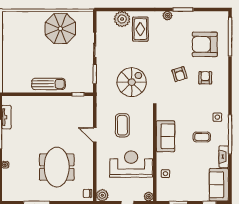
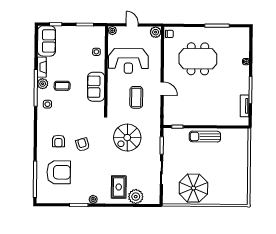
plant: (223, 139) -> (43, 84), added
meeting table: (57, 167) -> (198, 59), turned 90

